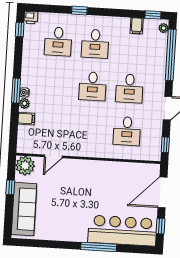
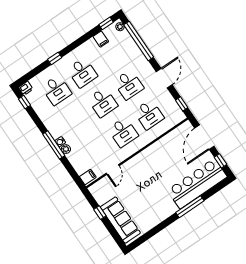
window: (16, 91) -> (54, 145), width x1.44
filing cabinet: (26, 119) -> (88, 177), moved
desk: (90, 129) -> (123, 132), added
plant: (25, 166) -> (99, 190), removed

